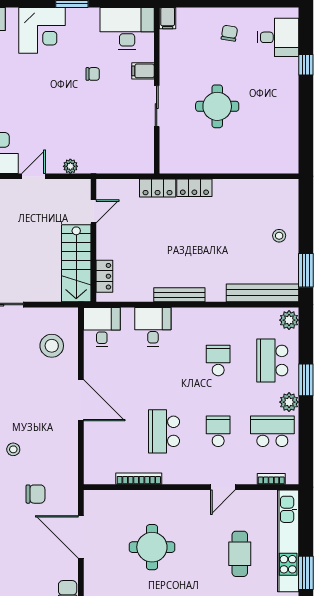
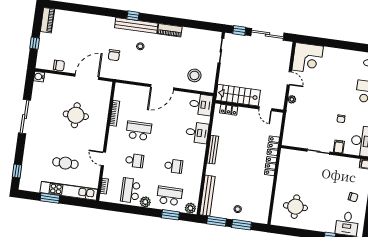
round table: (217, 106) -> (295, 207), moved
window: (306, 225) -> (242, 225), added
window: (306, 380) -> (170, 215), moved
school desk: (272, 431) -> (130, 190), turned 180

